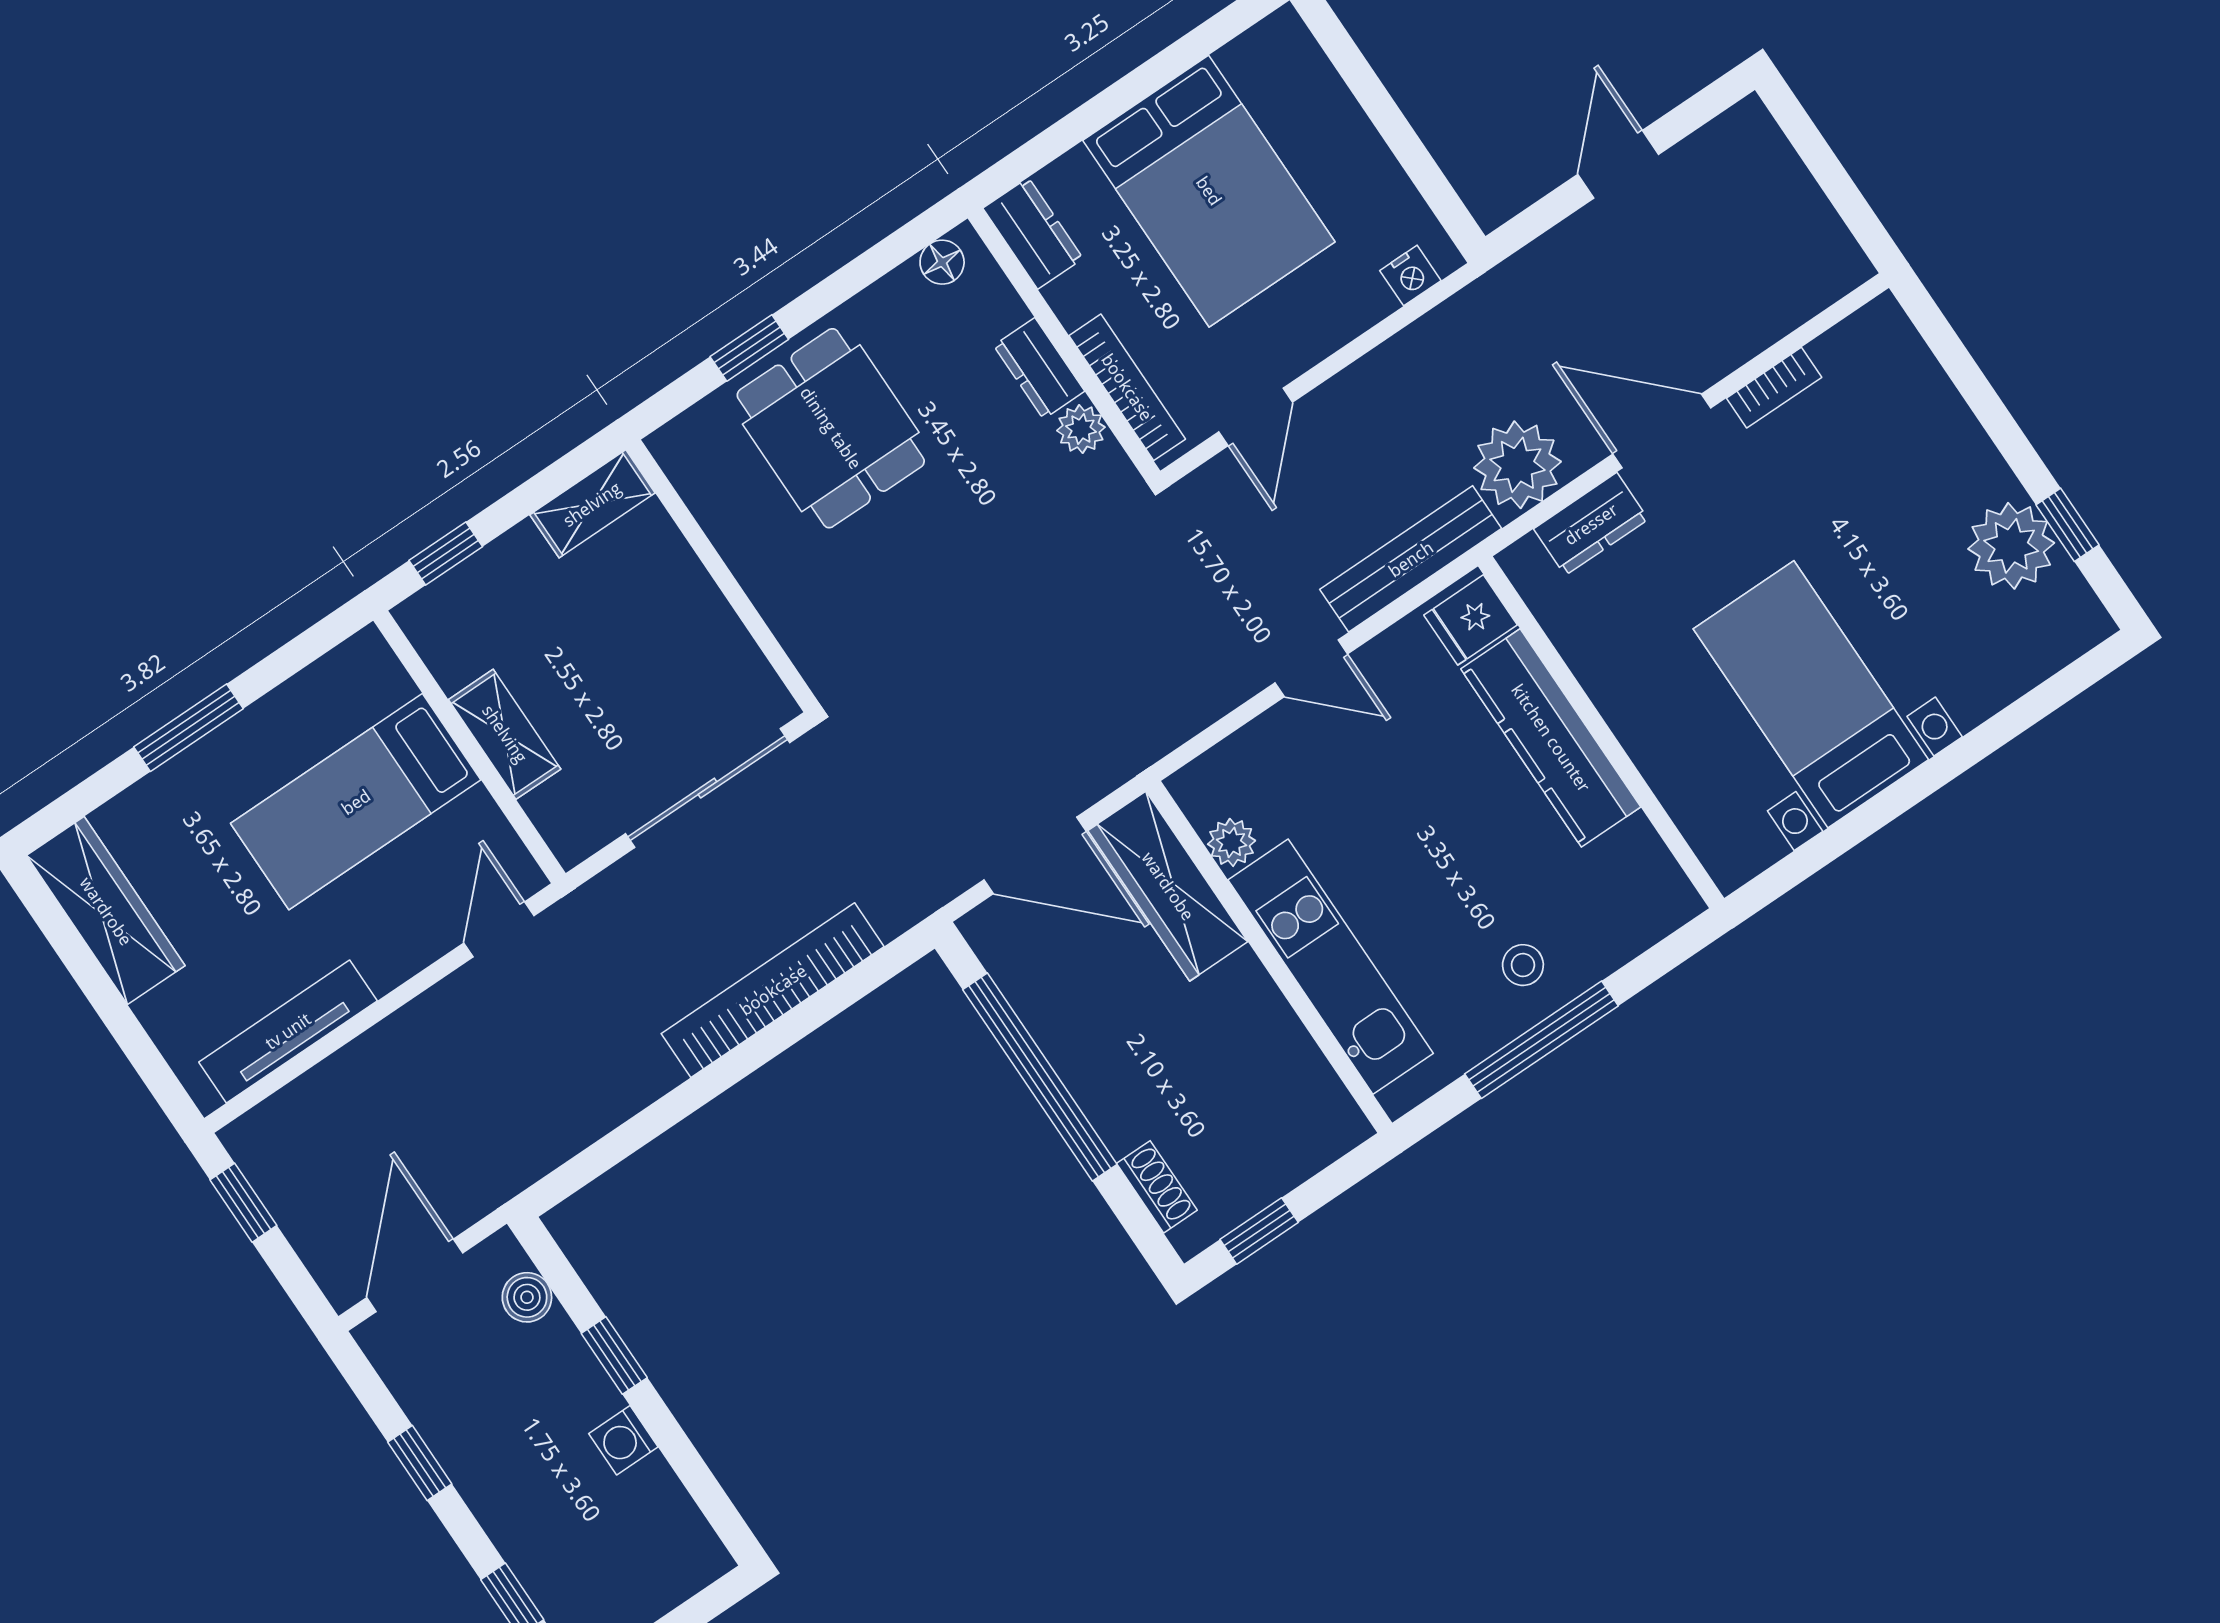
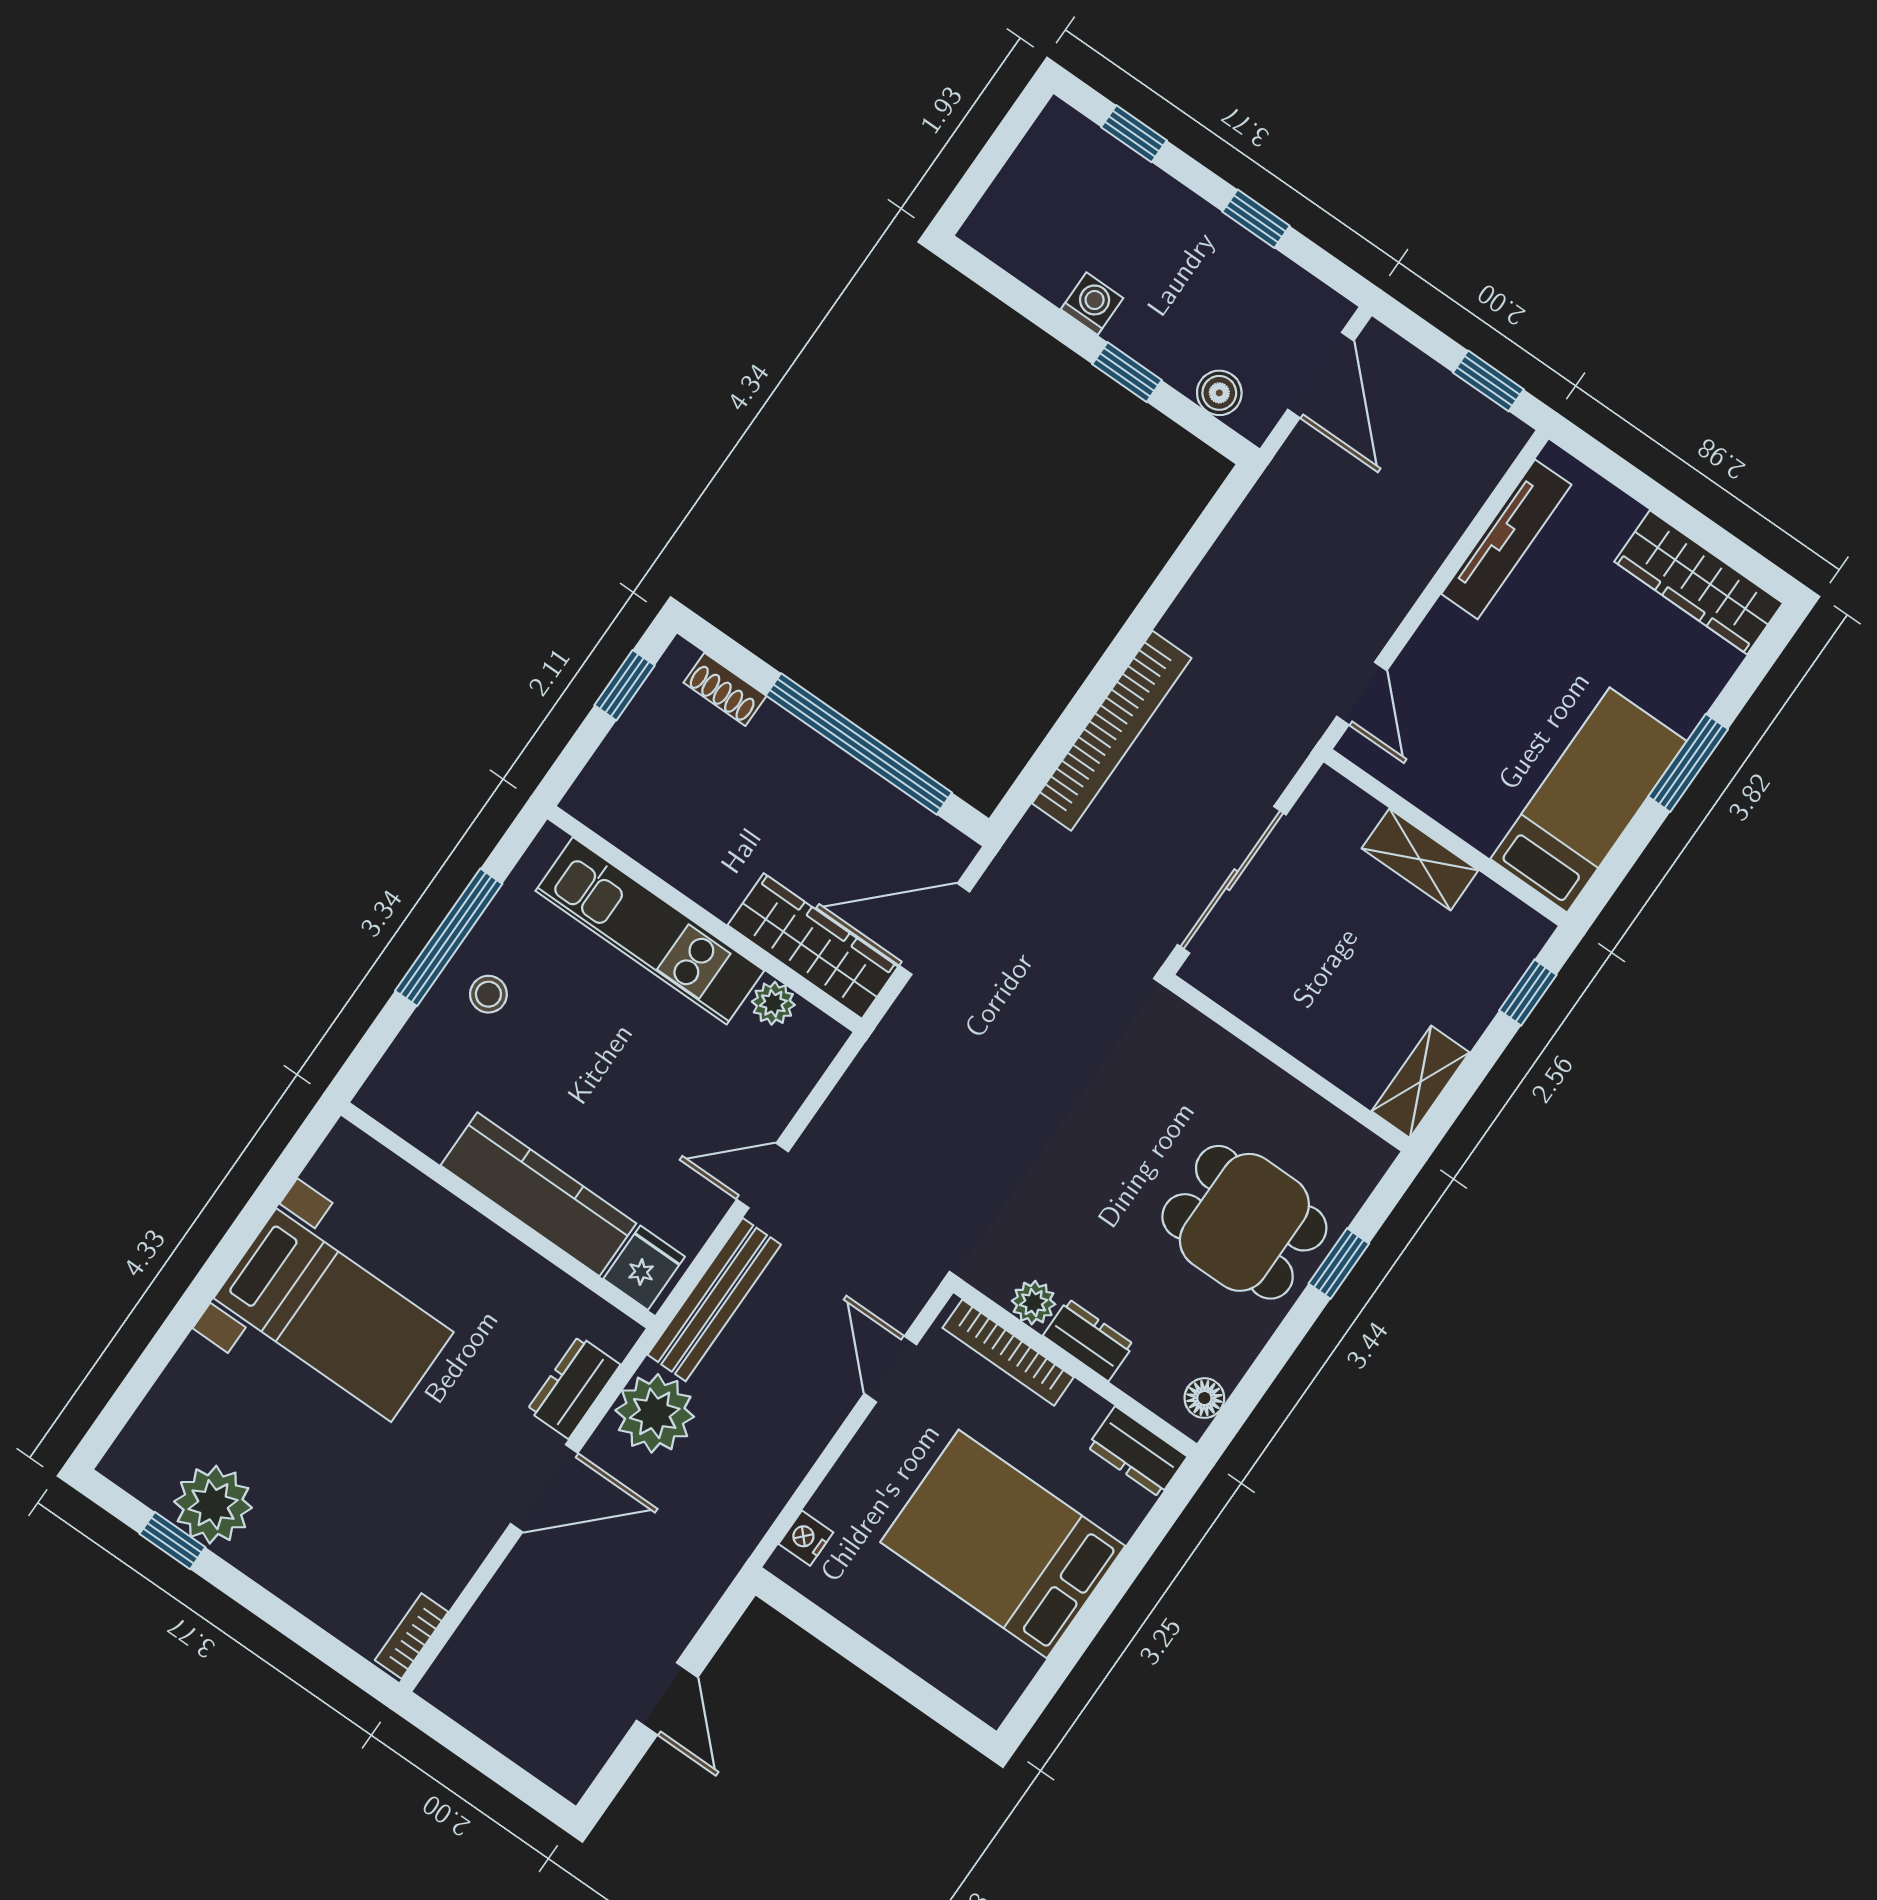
bookcase: (1774, 388) -> (411, 1636), moved
bed: (356, 802) -> (1588, 800), moved

